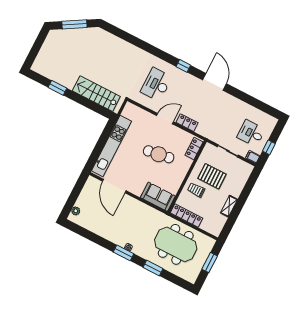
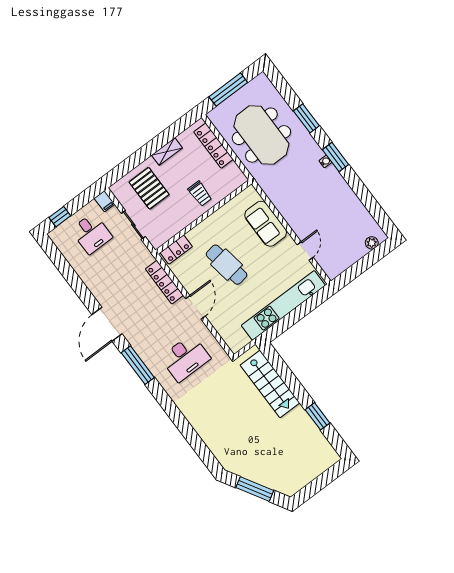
window: (183, 66) -> (138, 365), width x2.17
door: (165, 119) -> (195, 307), swing flipped
locker: (187, 123) -> (164, 282), width x1.53
window: (269, 147) -> (60, 217), moved
pallet: (212, 176) -> (149, 188), moved
door: (114, 186) -> (305, 251), width x0.53
sofa: (158, 197) -> (266, 224), moved
locker: (186, 216) -> (213, 146), moved
window: (210, 263) -> (228, 90), width x1.44

